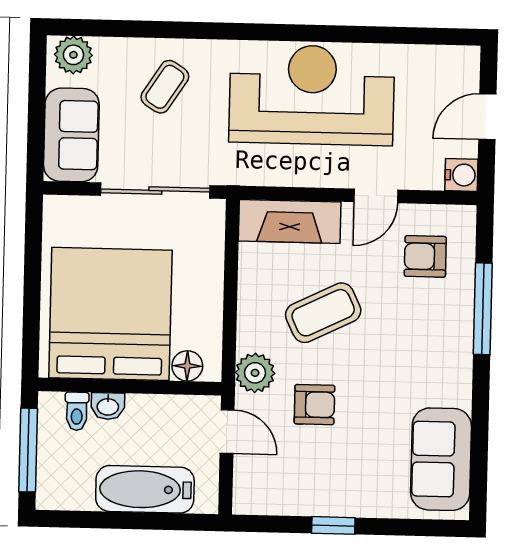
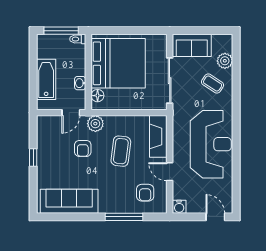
plant: (73, 55) -> (225, 61), moved
door: (487, 117) -> (215, 217), moved
armchair: (425, 256) -> (145, 193), turned 180
coffee table: (323, 313) -> (121, 151), turned 33
washbasin: (108, 406) -> (80, 83), moved
toilet: (77, 411) -> (78, 39), moved
sofa: (441, 459) -> (69, 201), width x1.36

